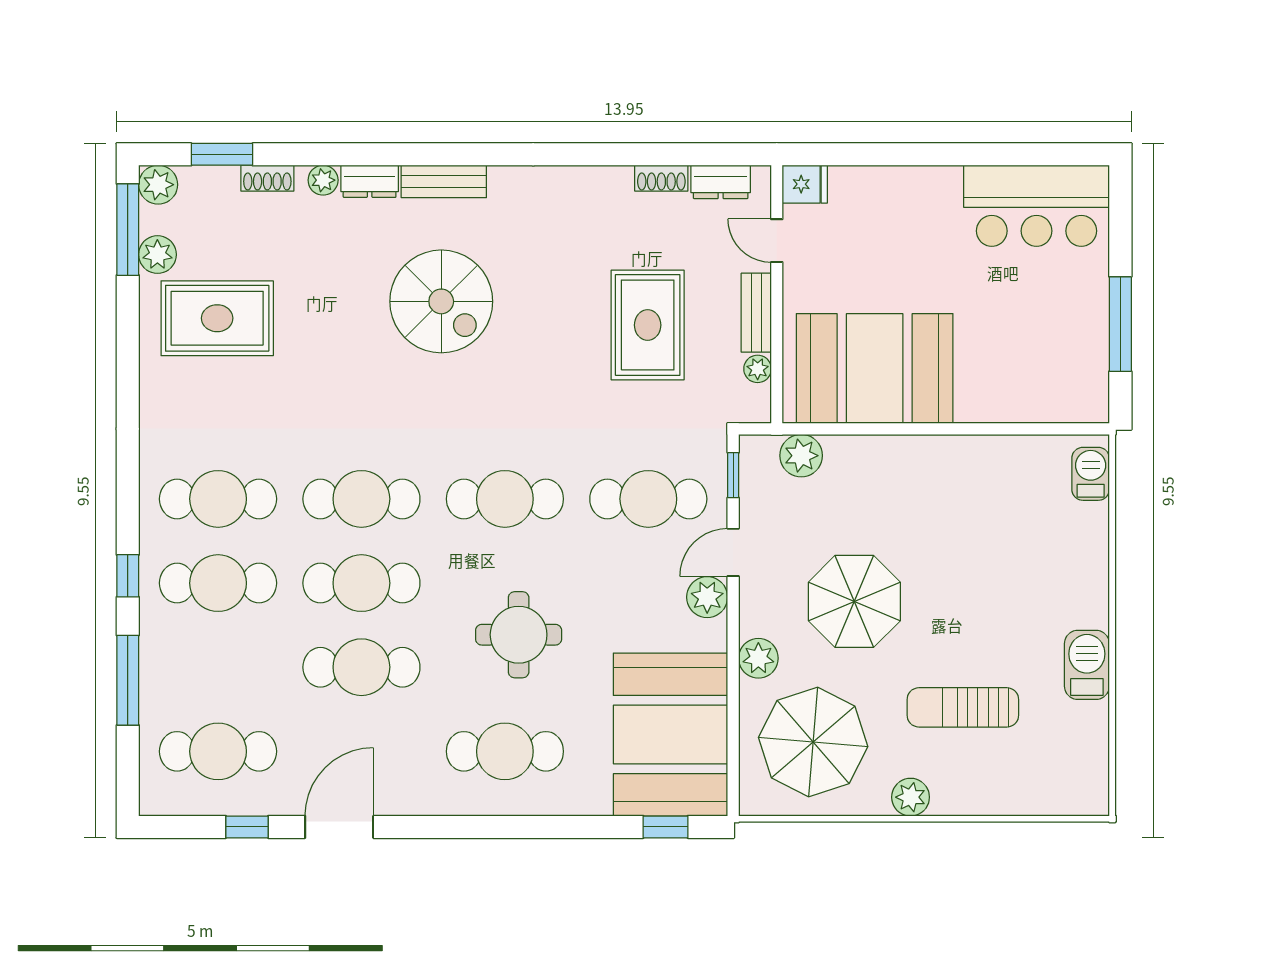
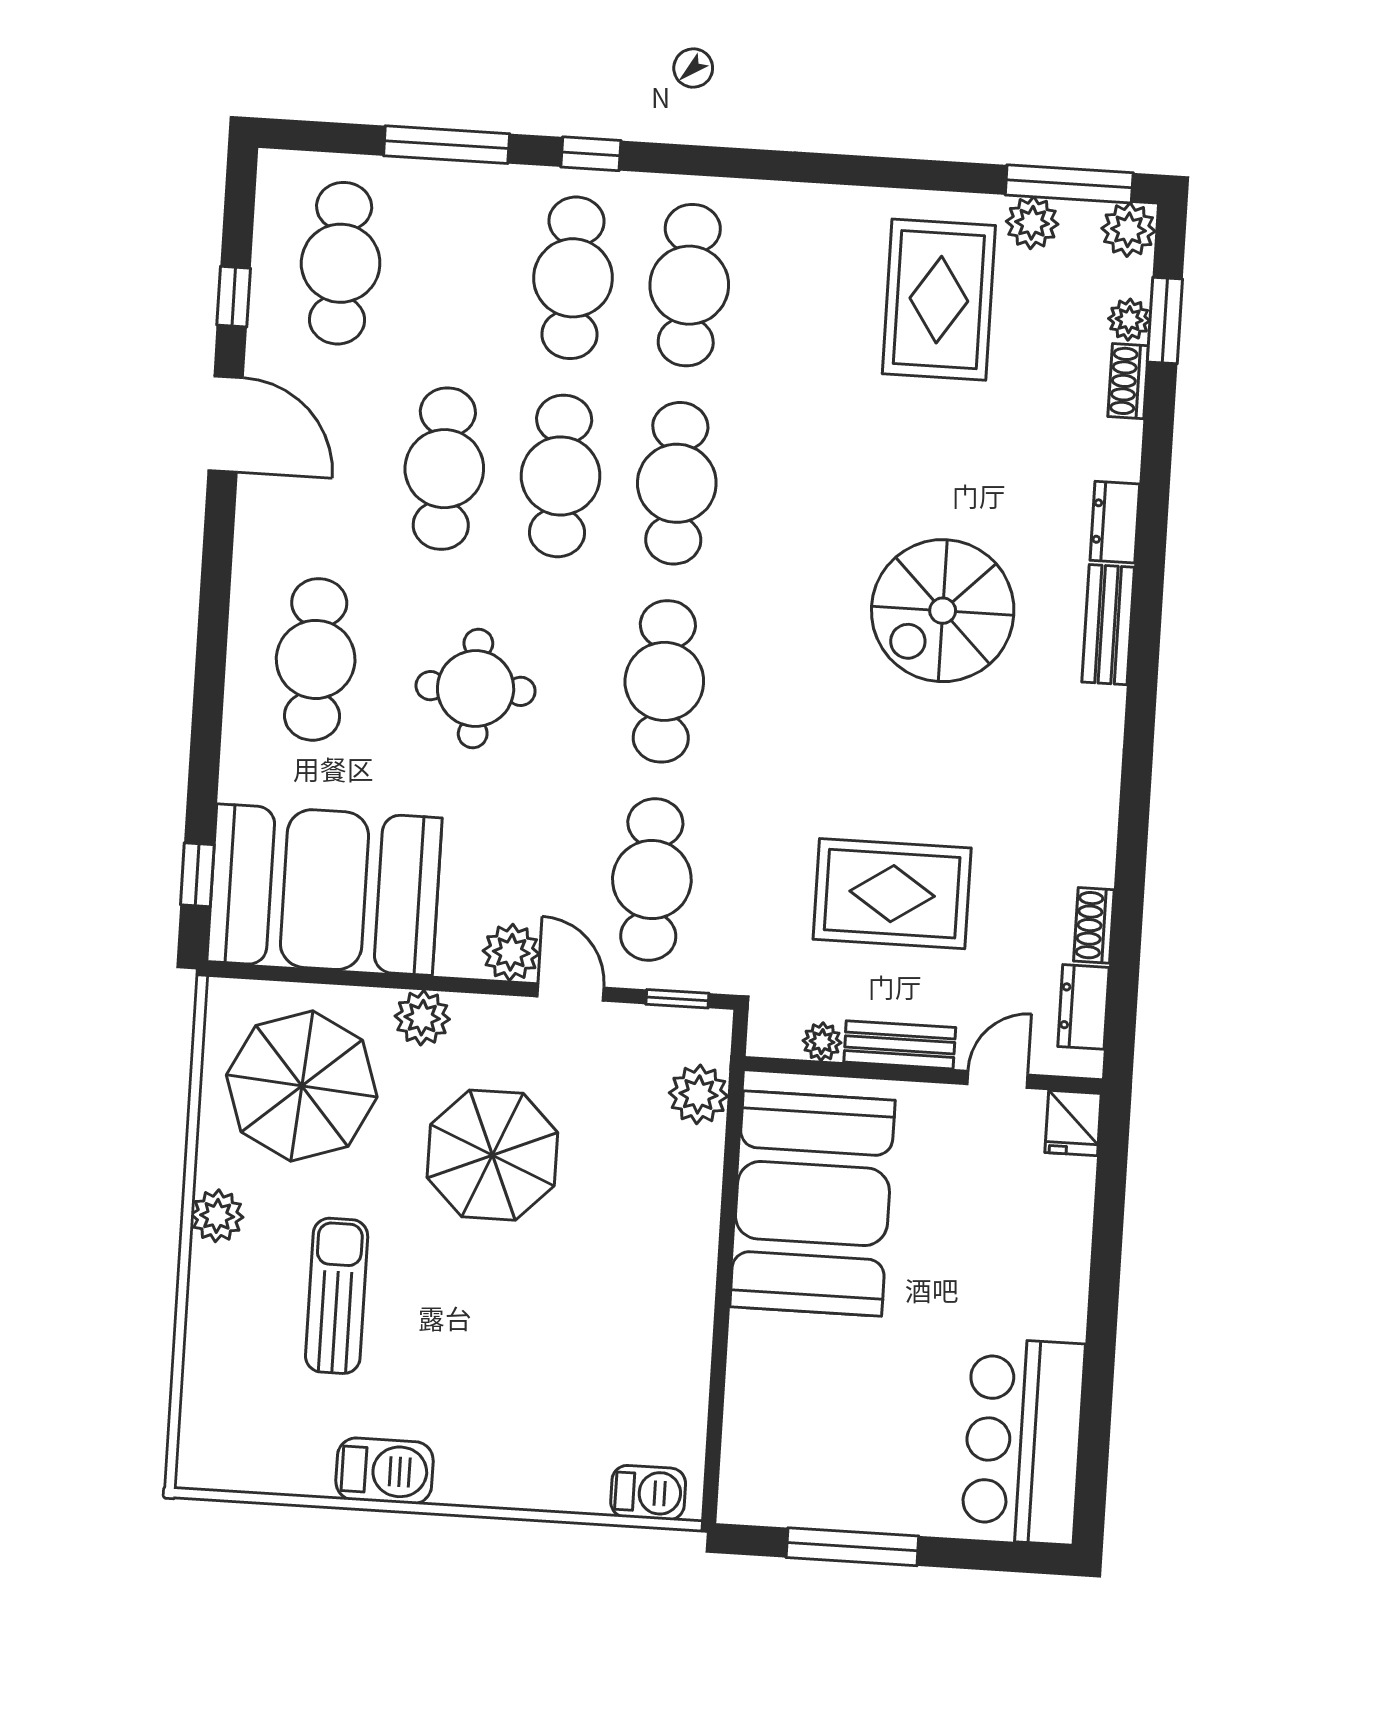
plant: (323, 180) -> (1129, 320), moved

